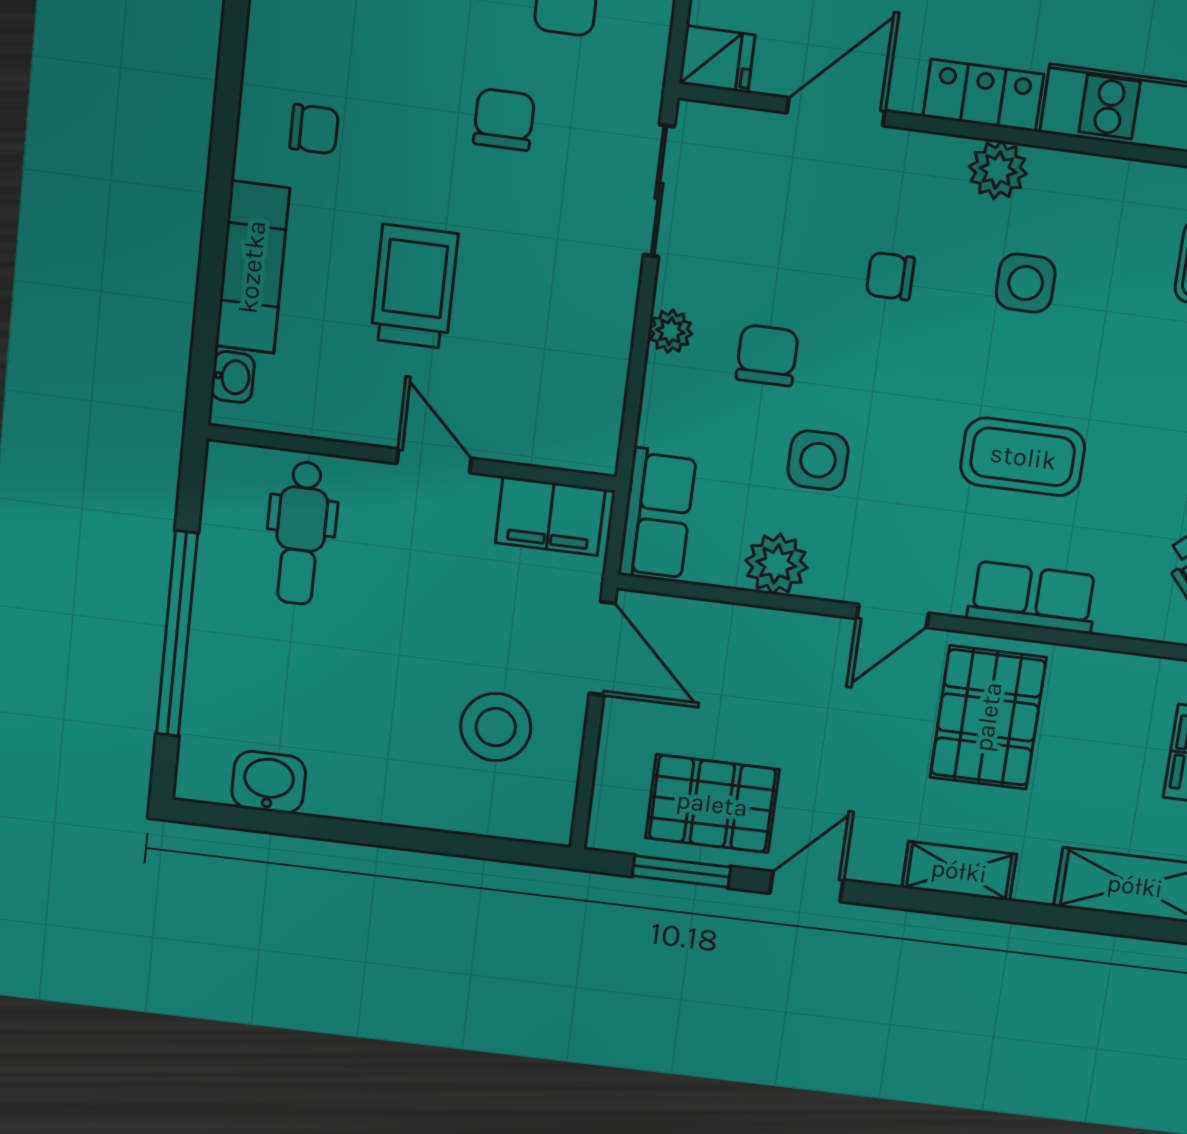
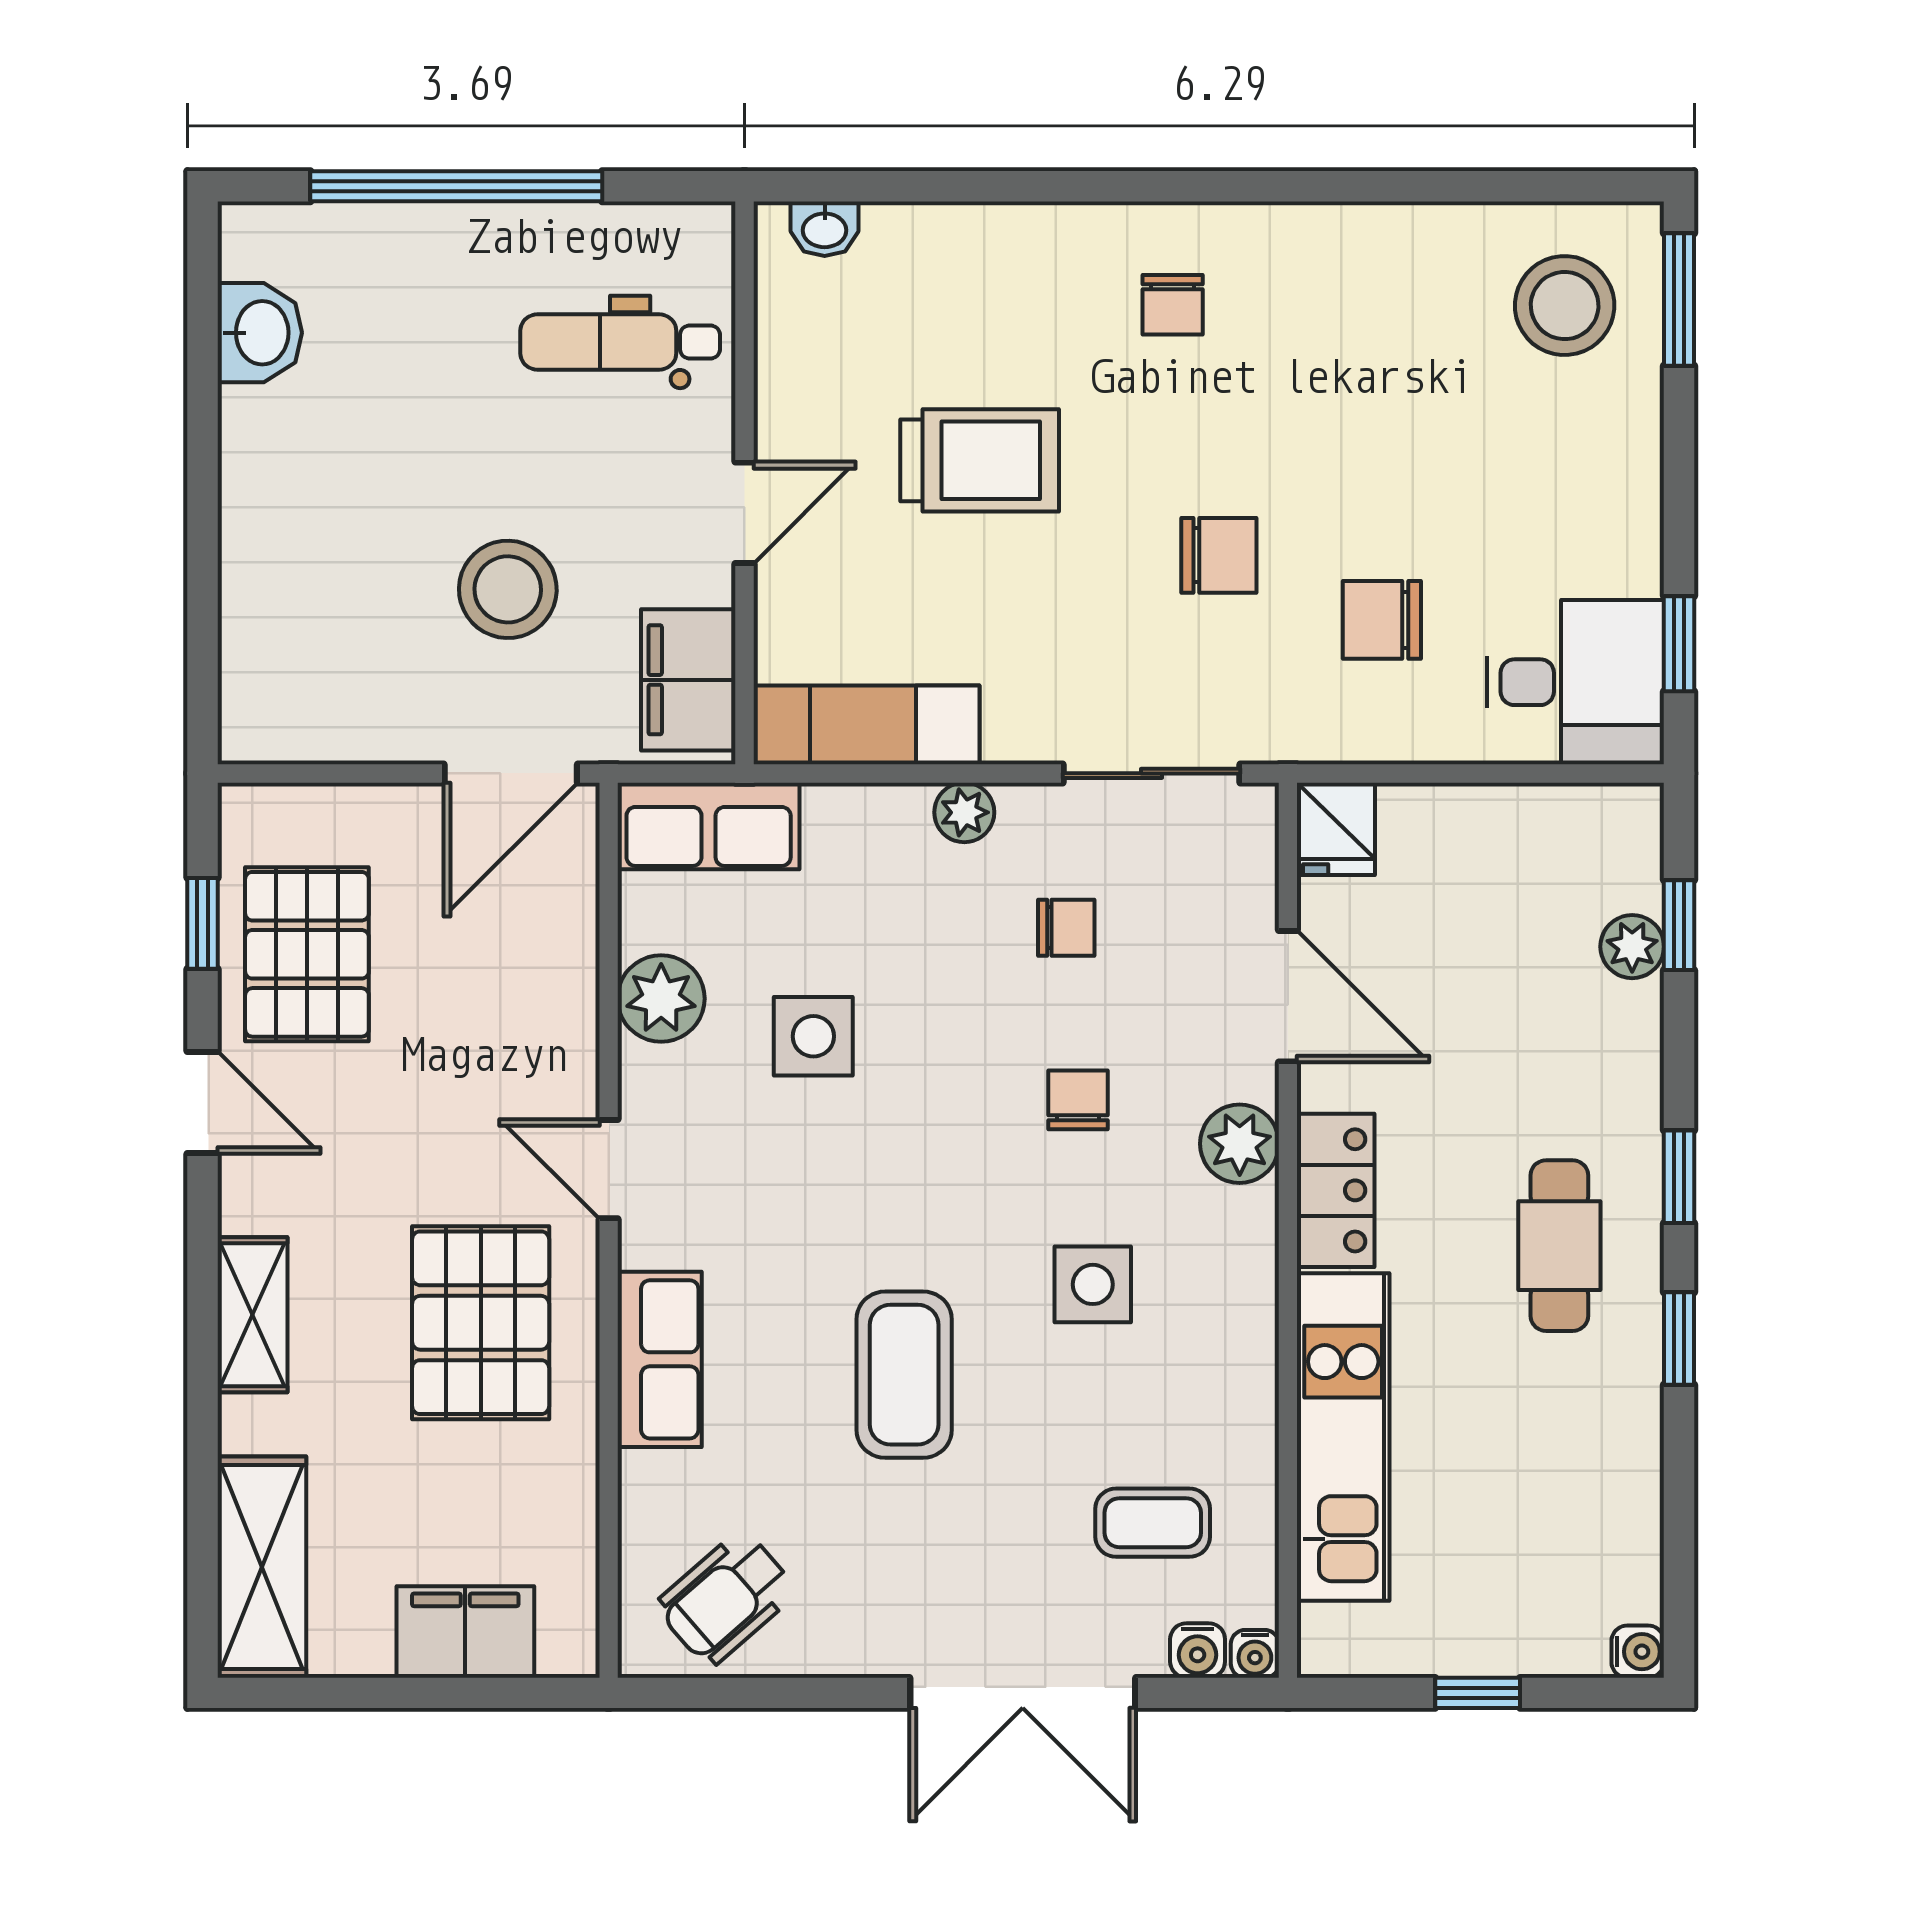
plant: (998, 170) -> (1240, 1144), moved
exam couch: (252, 267) -> (866, 725), moved, turned 180
chair: (767, 355) -> (1066, 928), moved, width x0.73, depth x0.73
coffee table: (1023, 457) -> (904, 1375), moved
pallet: (988, 717) -> (481, 1323), turned 90
stool: (496, 727) -> (508, 589), moved
window: (681, 871) -> (202, 923), width x0.67

